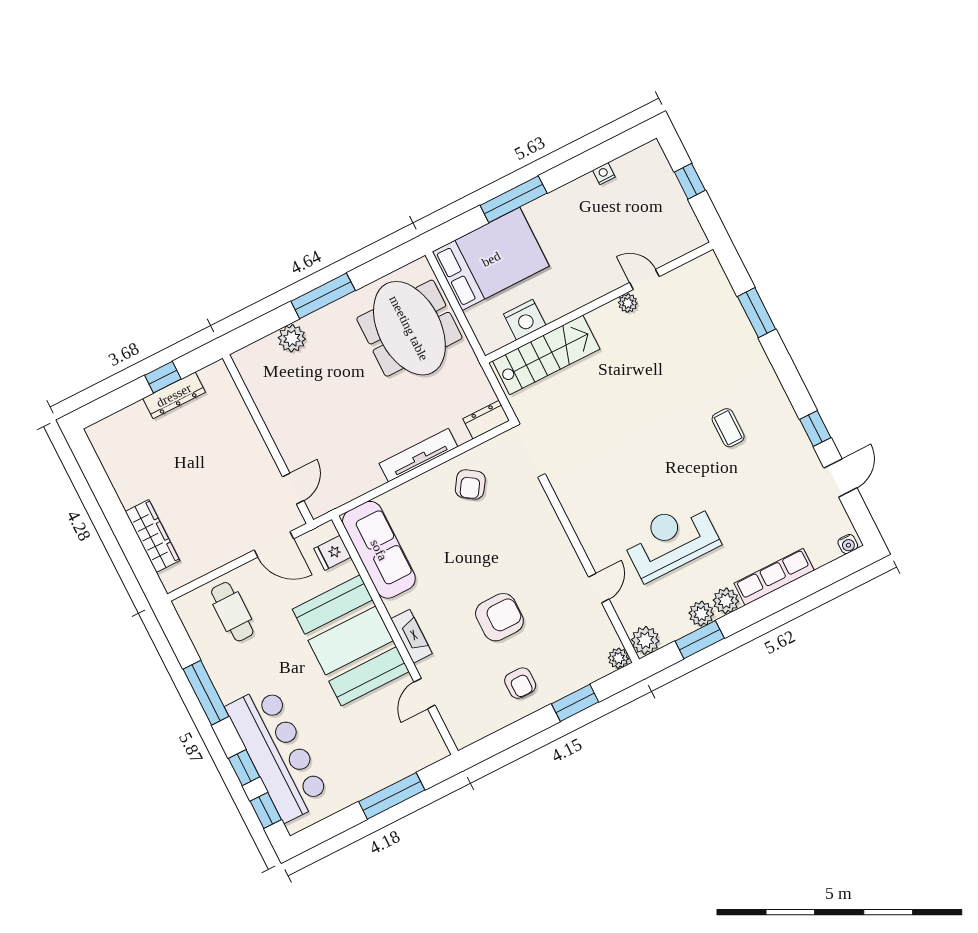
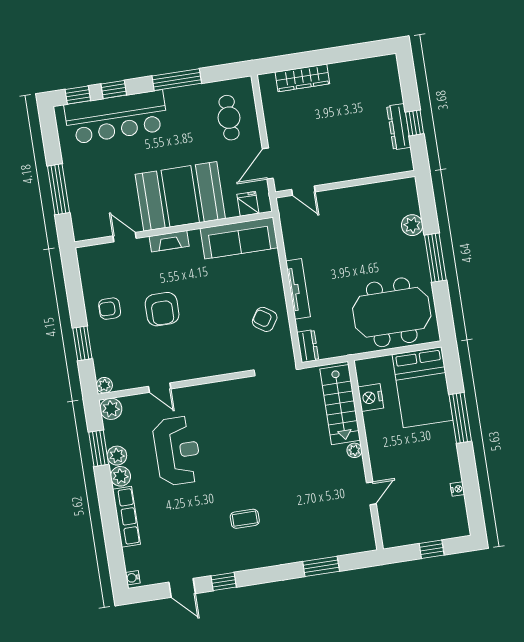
plant: (628, 303) -> (354, 450), moved
cafe table: (232, 612) -> (229, 118), turned 90

